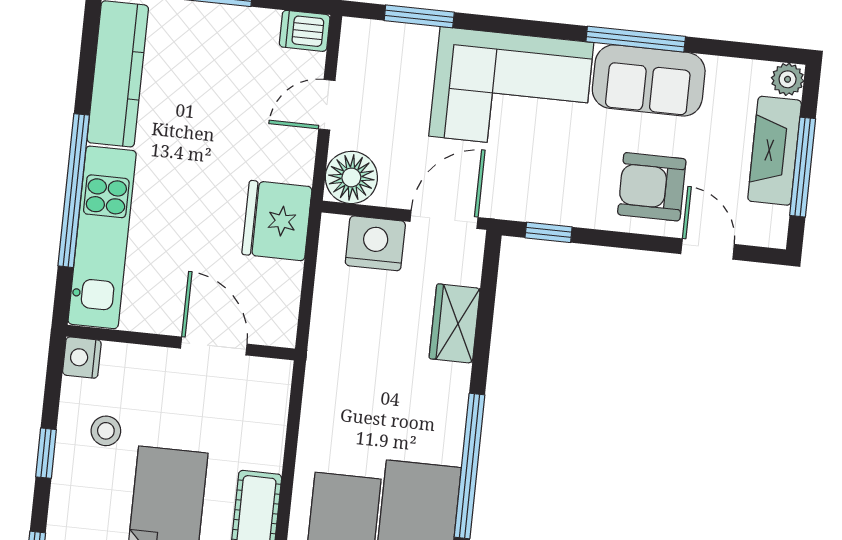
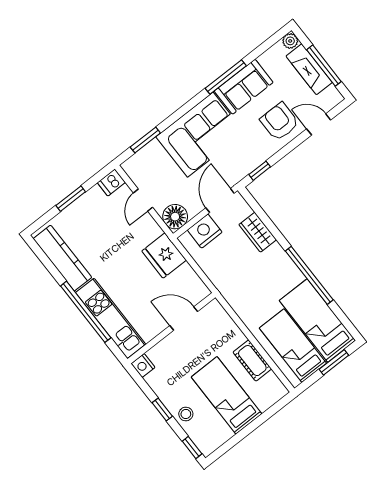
armchair: (652, 187) -> (280, 122), turned 90
stool: (106, 431) -> (186, 414), moved

